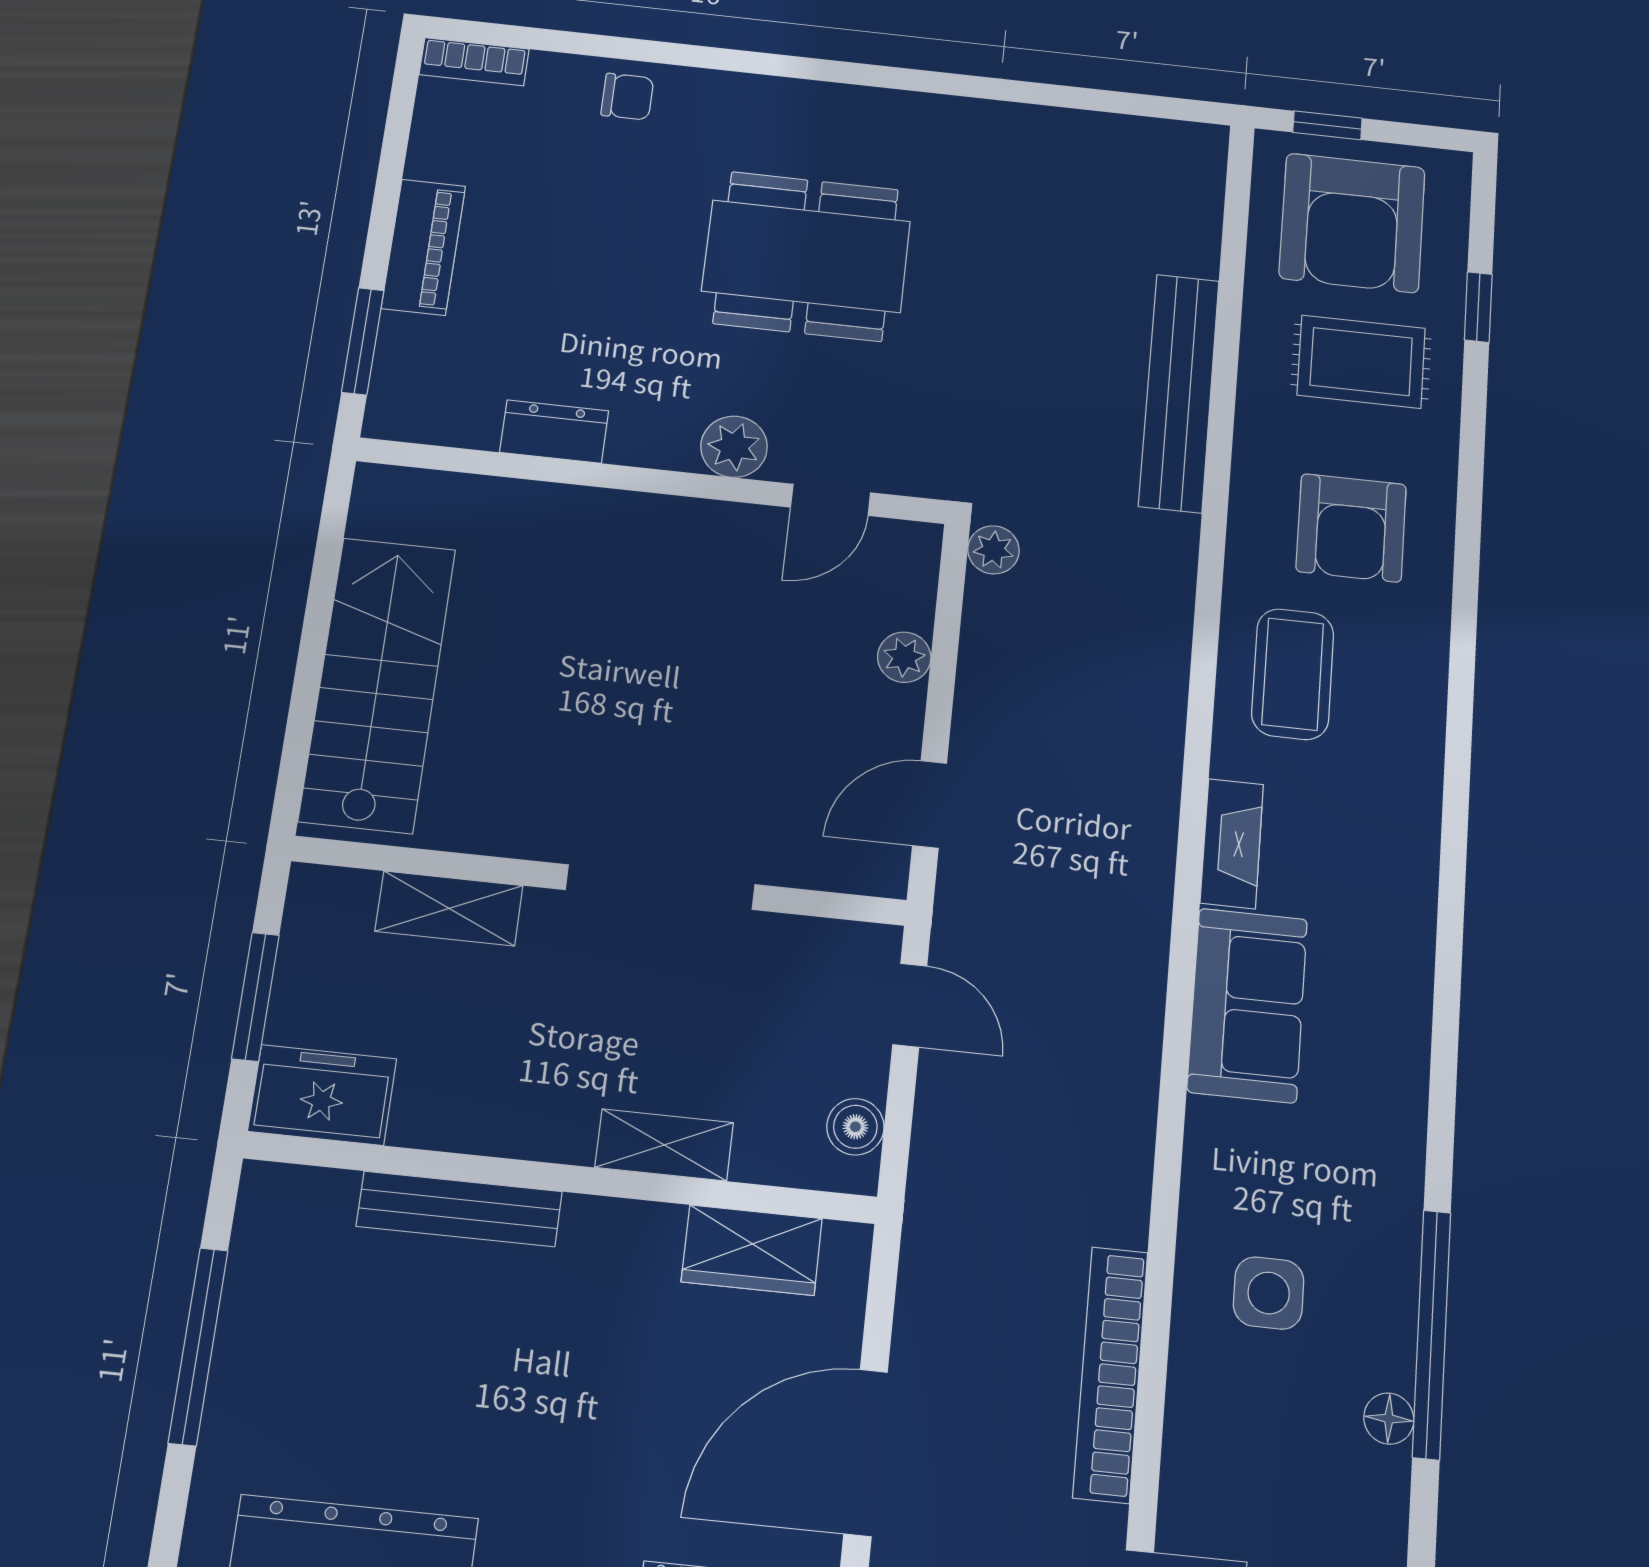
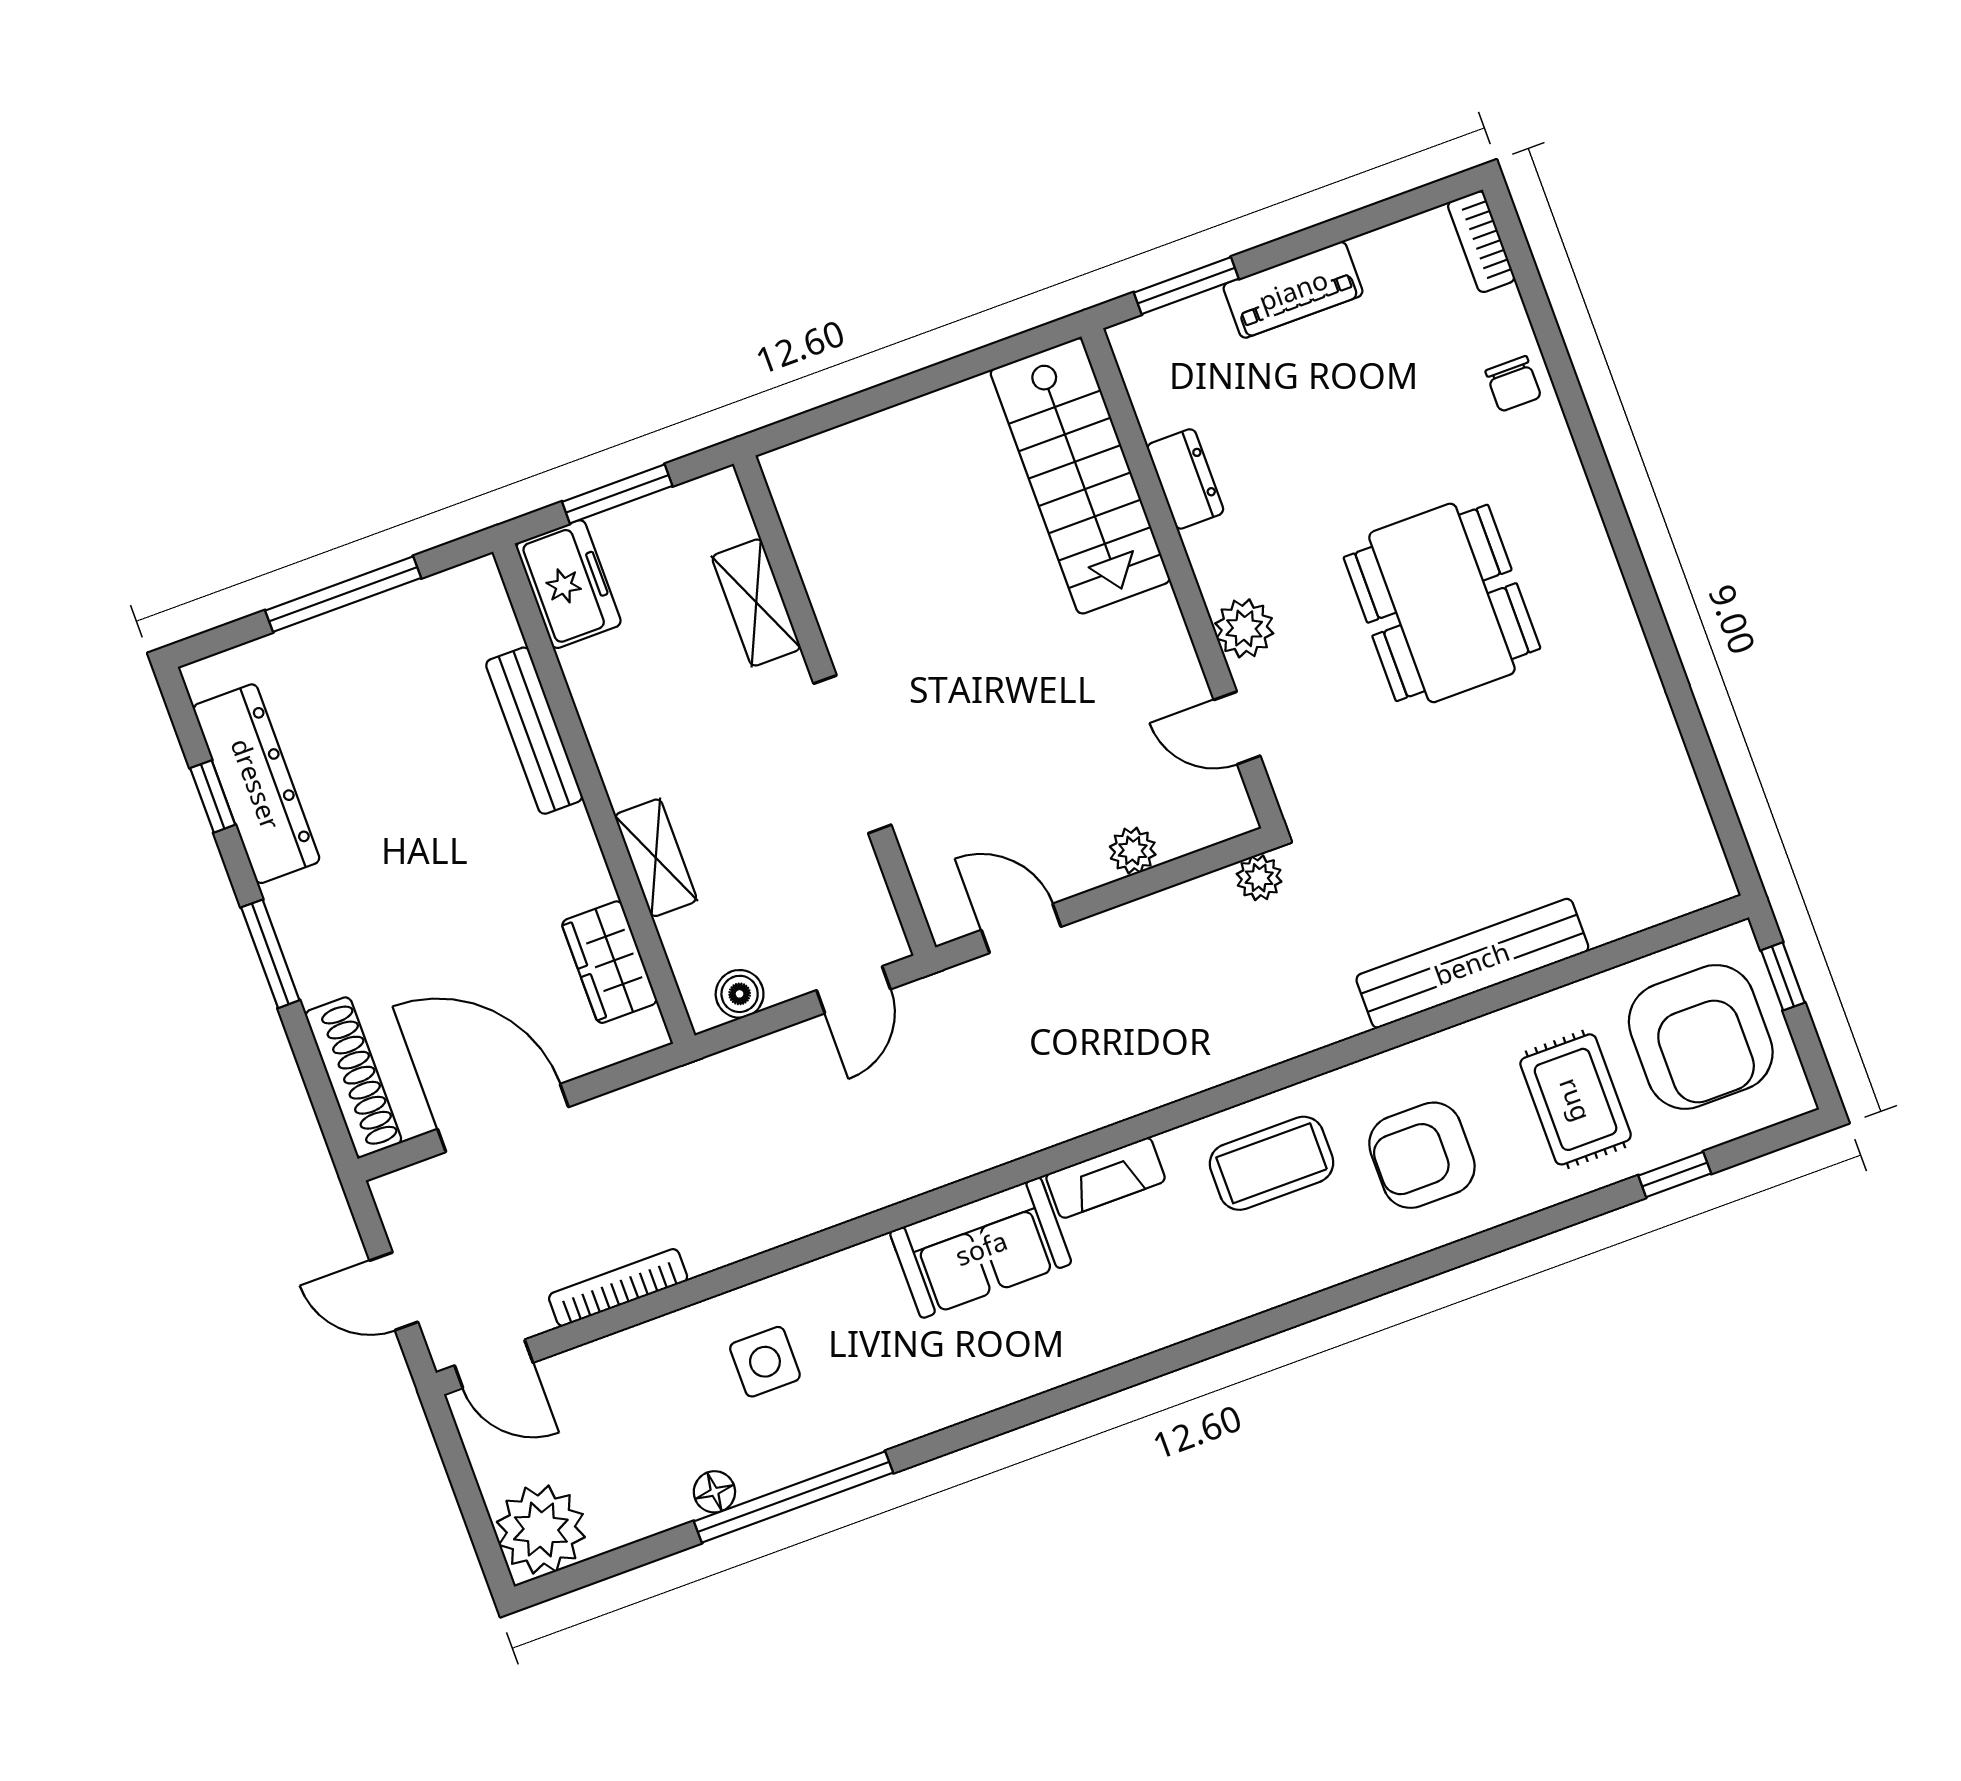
armchair: (1352, 223) -> (1701, 1037), turned -90
stairs: (378, 684) -> (1080, 476), moved, turned 90
bookcase: (1110, 1374) -> (618, 1288), width x0.68, depth x0.76

